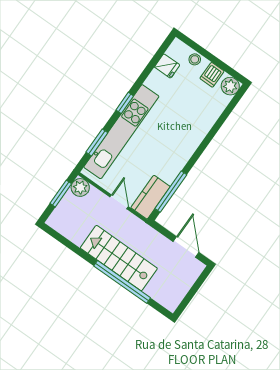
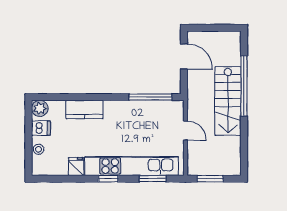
fridge: (167, 66) -> (76, 166), moved
plant: (80, 187) -> (195, 167), removed
kitchen counter: (150, 197) -> (84, 109), moved
door: (119, 202) -> (186, 131), swing flipped
door: (186, 247) -> (184, 56), swing flipped

